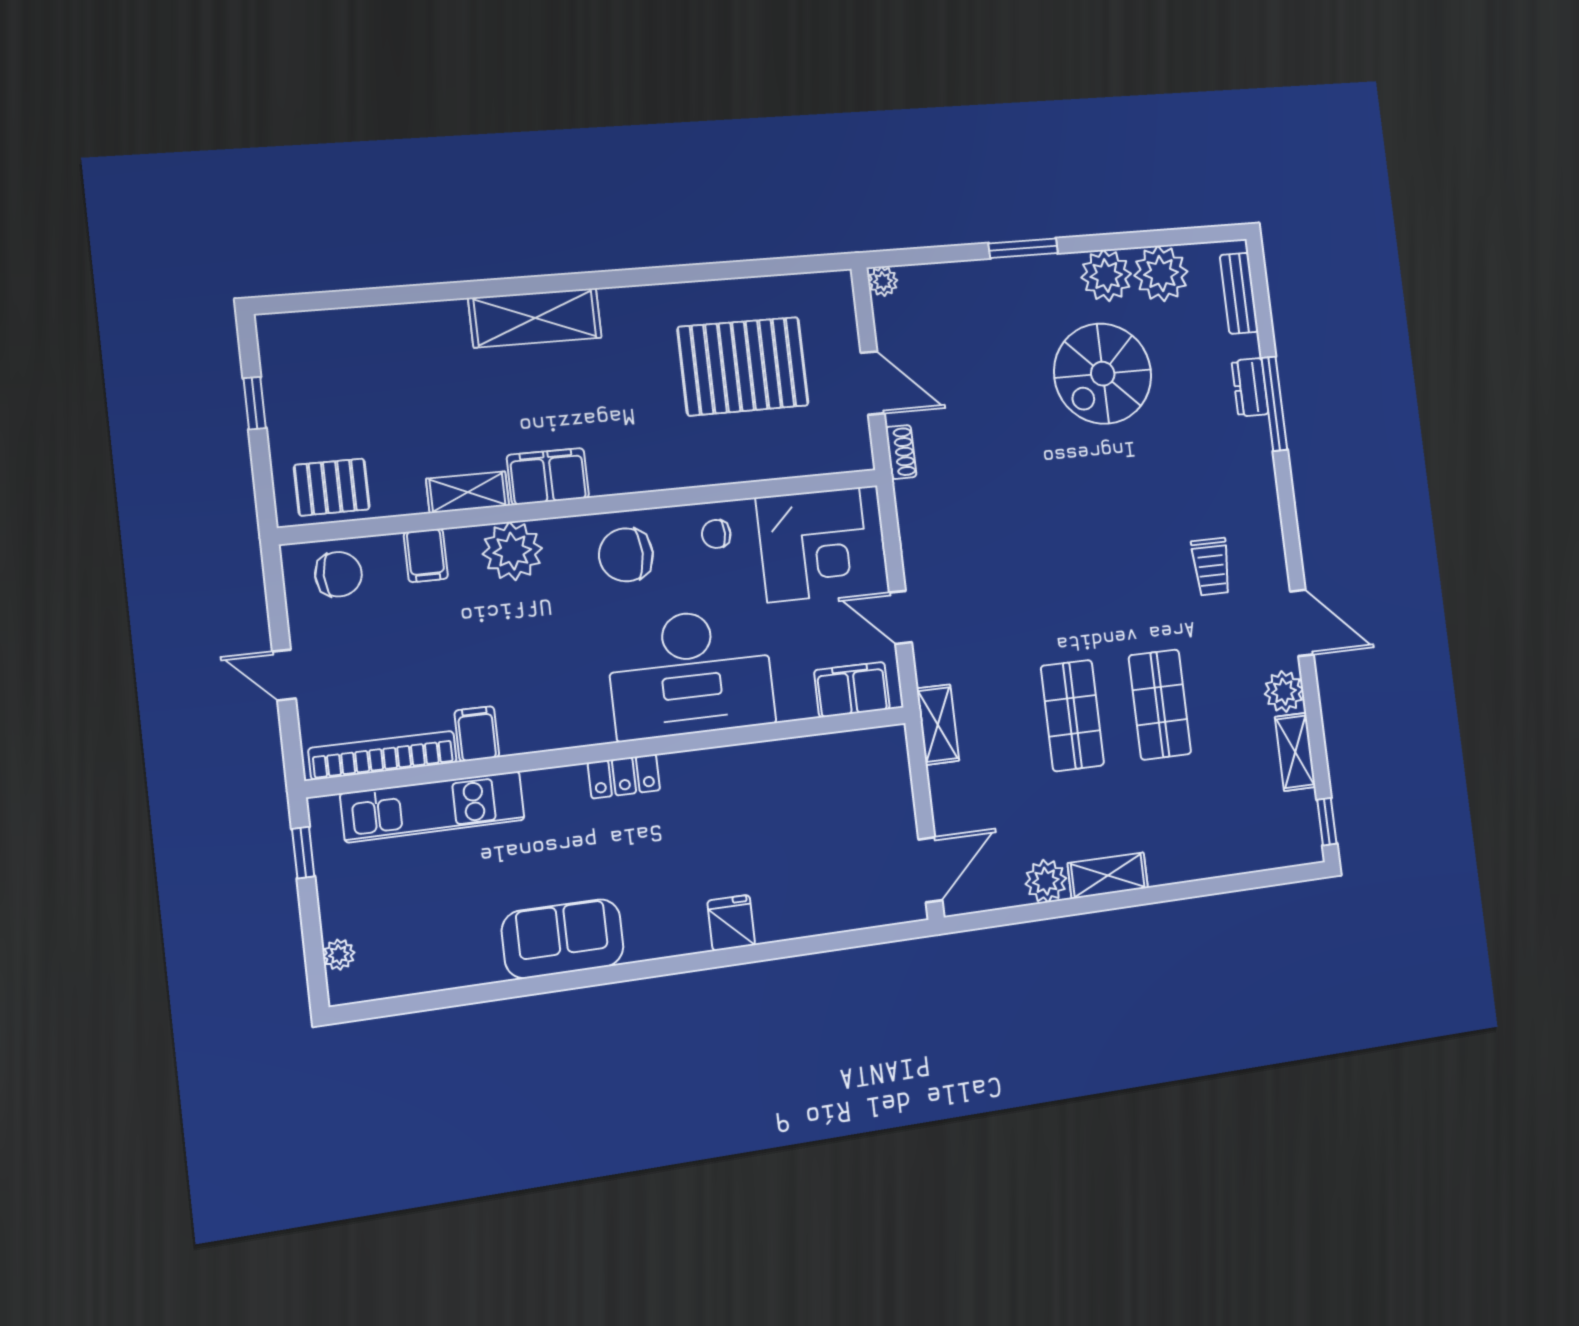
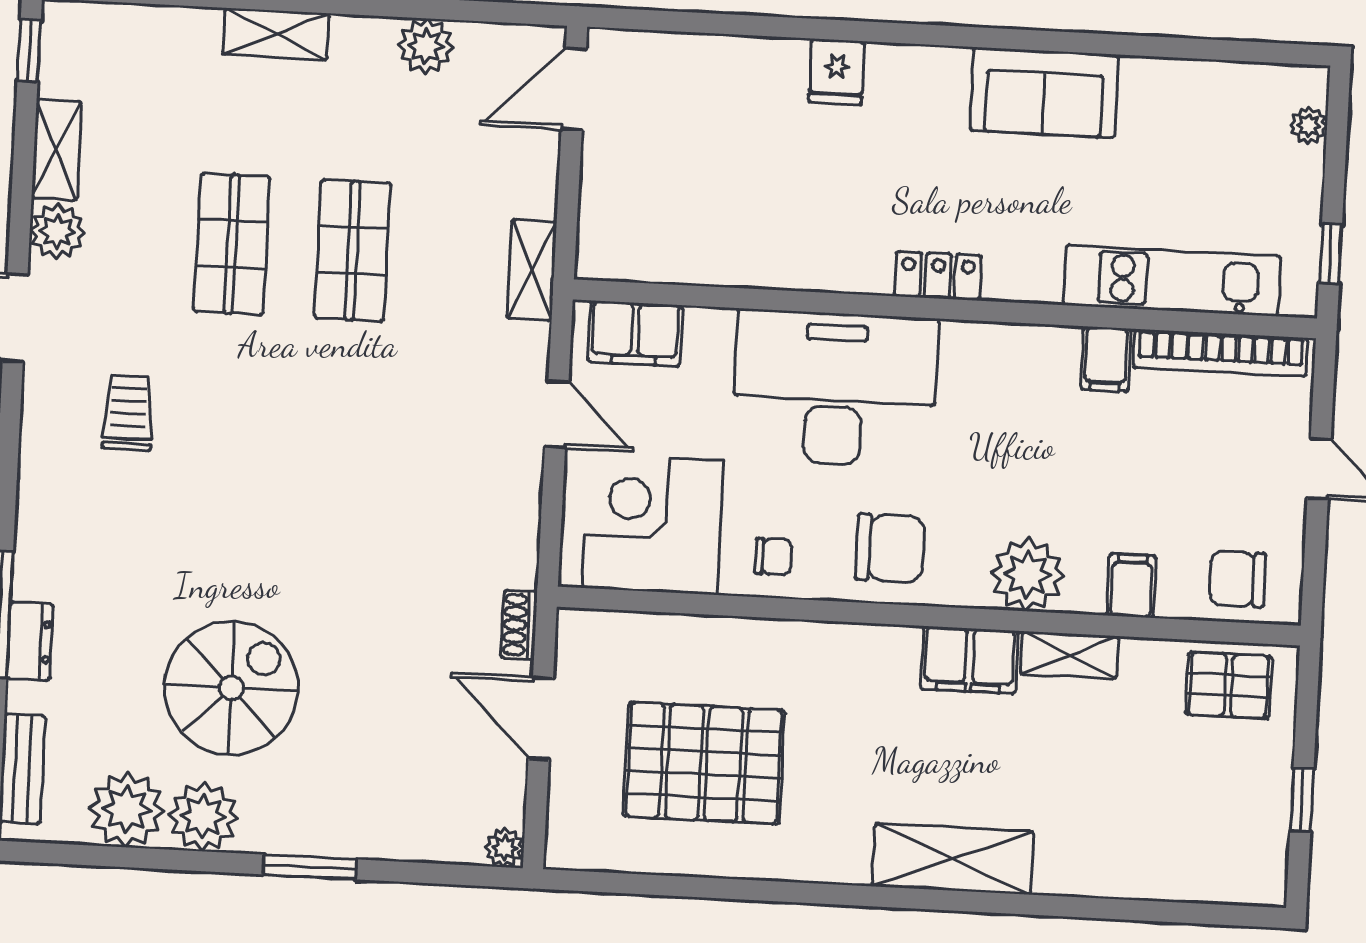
shelving: (1108, 876) -> (276, 34), moved

